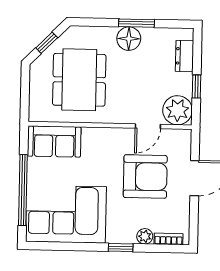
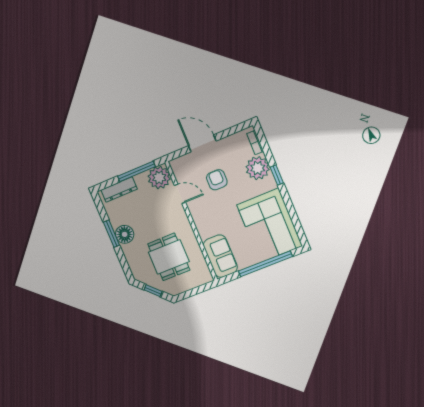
dresser: (185, 56) -> (119, 190), width x1.44
dining table: (79, 80) -> (169, 257), width x0.73
window: (196, 86) -> (136, 171), width x2.17
armchair: (145, 177) -> (217, 180), width x0.53, depth x0.53
plant: (145, 236) -> (258, 168), width x1.87, depth x1.87

